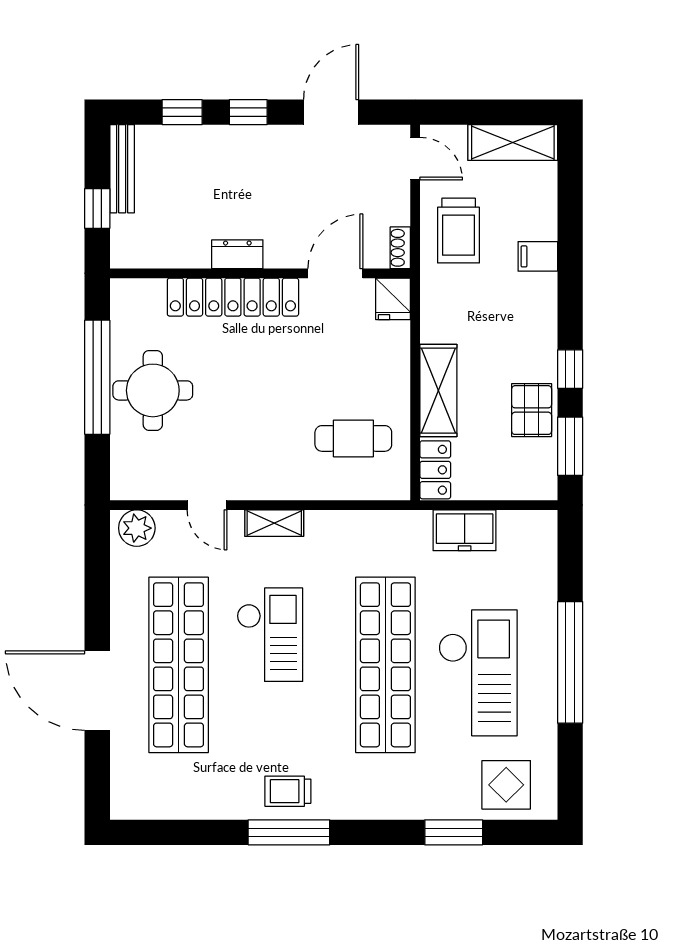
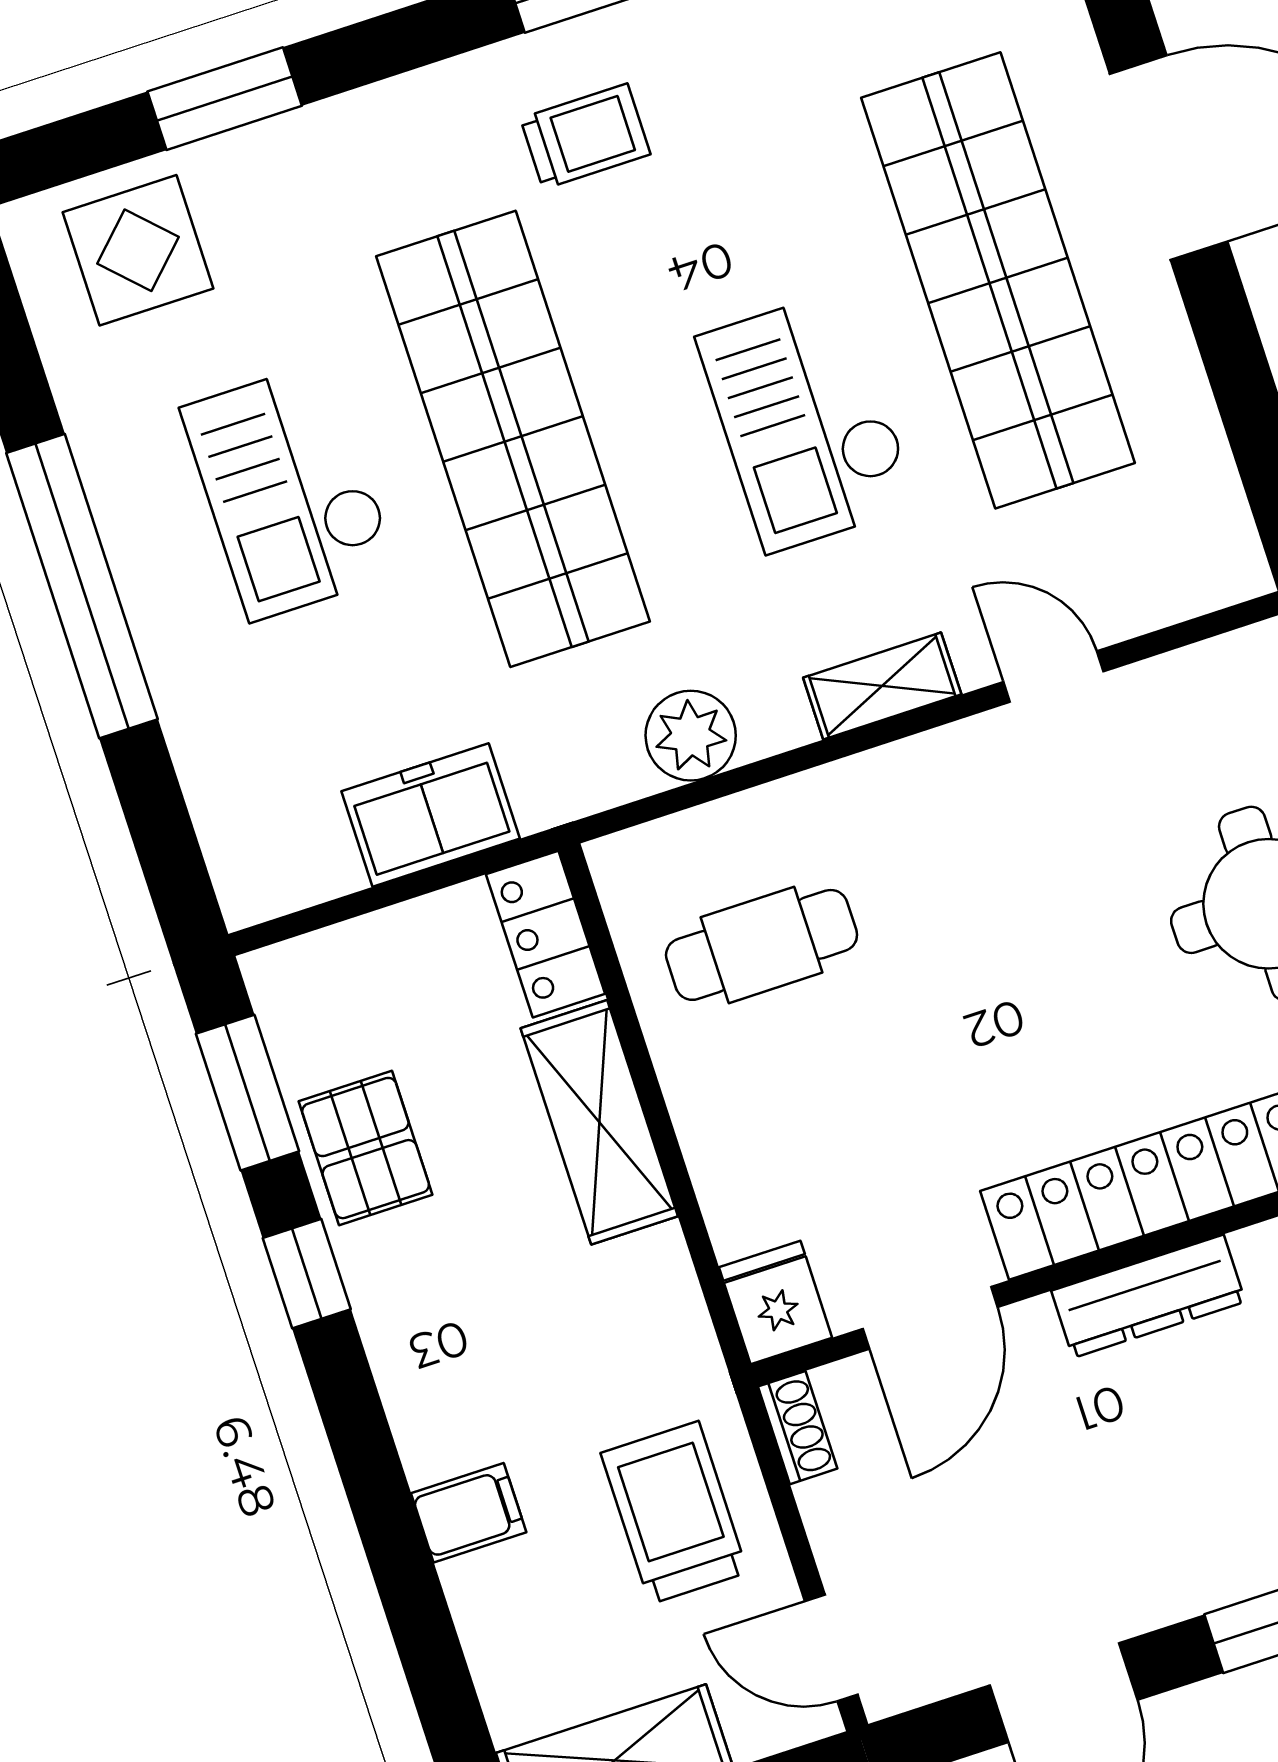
dresser: (237, 254) -> (1148, 1296), width x1.44
plant: (137, 528) -> (691, 736), moved
checkout: (478, 673) -> (290, 491), width x0.73, depth x0.83
trolley: (288, 791) -> (585, 136), moved

